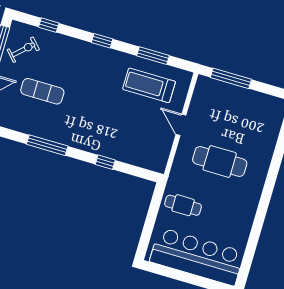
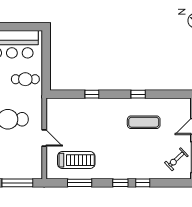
window: (49, 25) -> (143, 183), moved
exercise mat: (42, 91) -> (144, 122), moved
window: (47, 145) -> (138, 94), width x0.46

